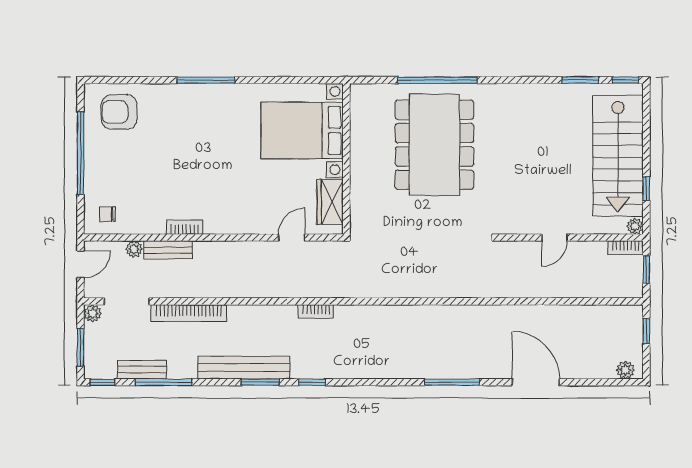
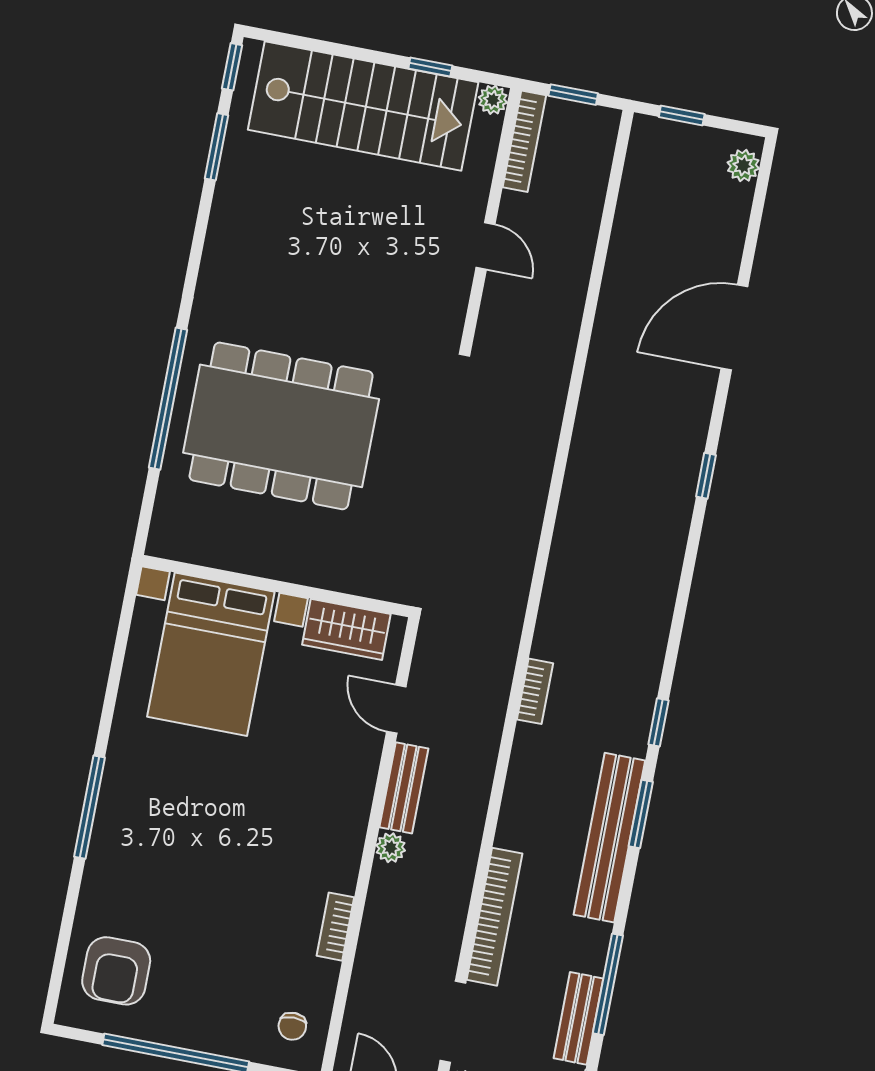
bookcase: (185, 227) -> (335, 927), moved
bookcase: (626, 248) -> (524, 141), width x1.56
plant: (134, 249) -> (391, 848), moved
bench: (168, 250) -> (404, 788), moved
window: (452, 382) -> (706, 476), width x0.46

